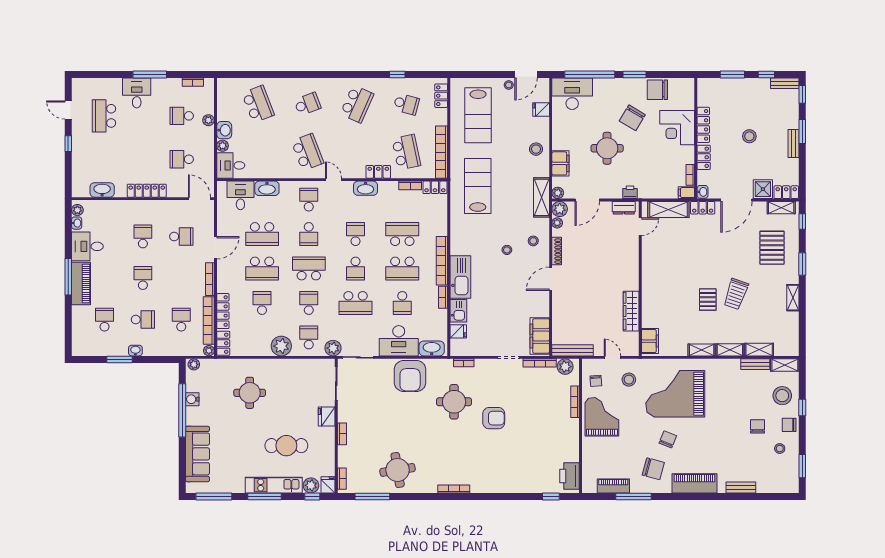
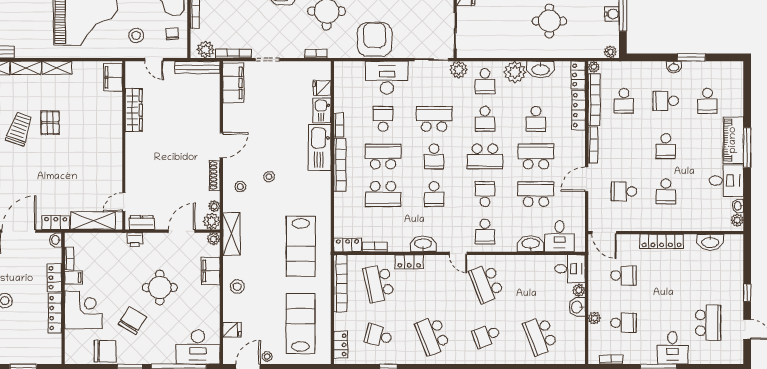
school desk: (357, 104) -> (433, 336), turned -45
filing cabinet: (686, 193) -> (73, 278), moved
school desk: (356, 269) -> (434, 156), turned 180
washbasin: (432, 348) -> (541, 69), moved

